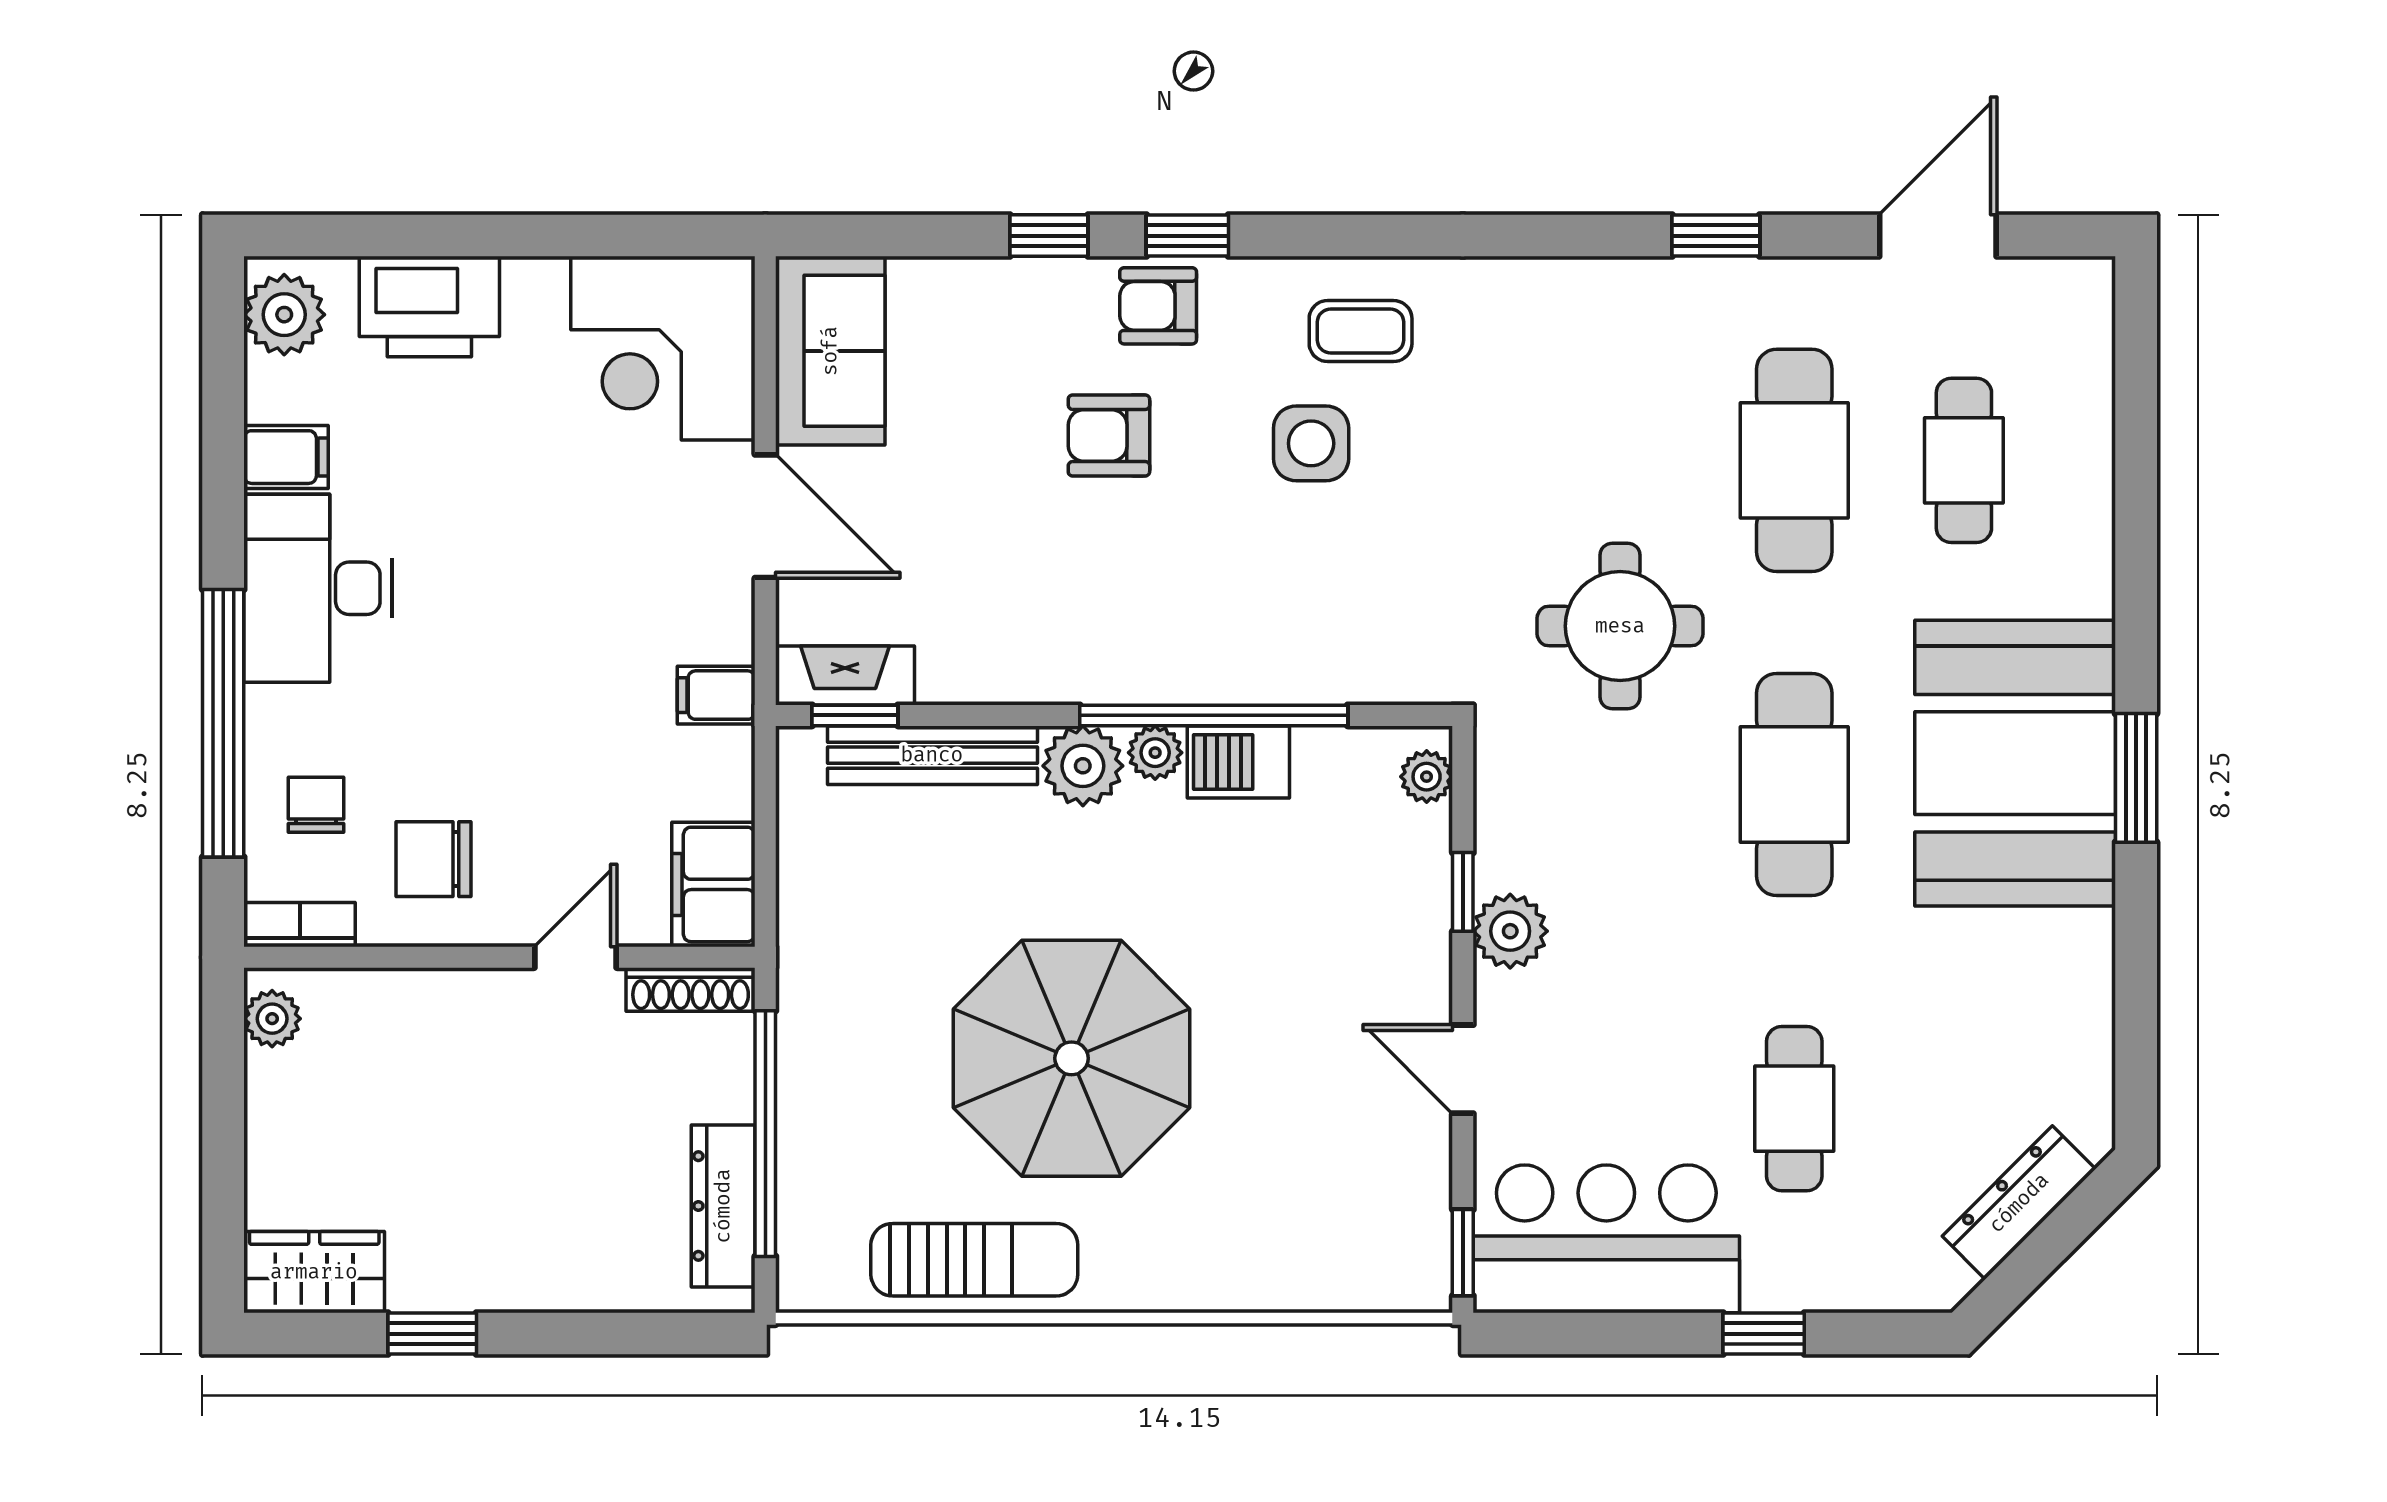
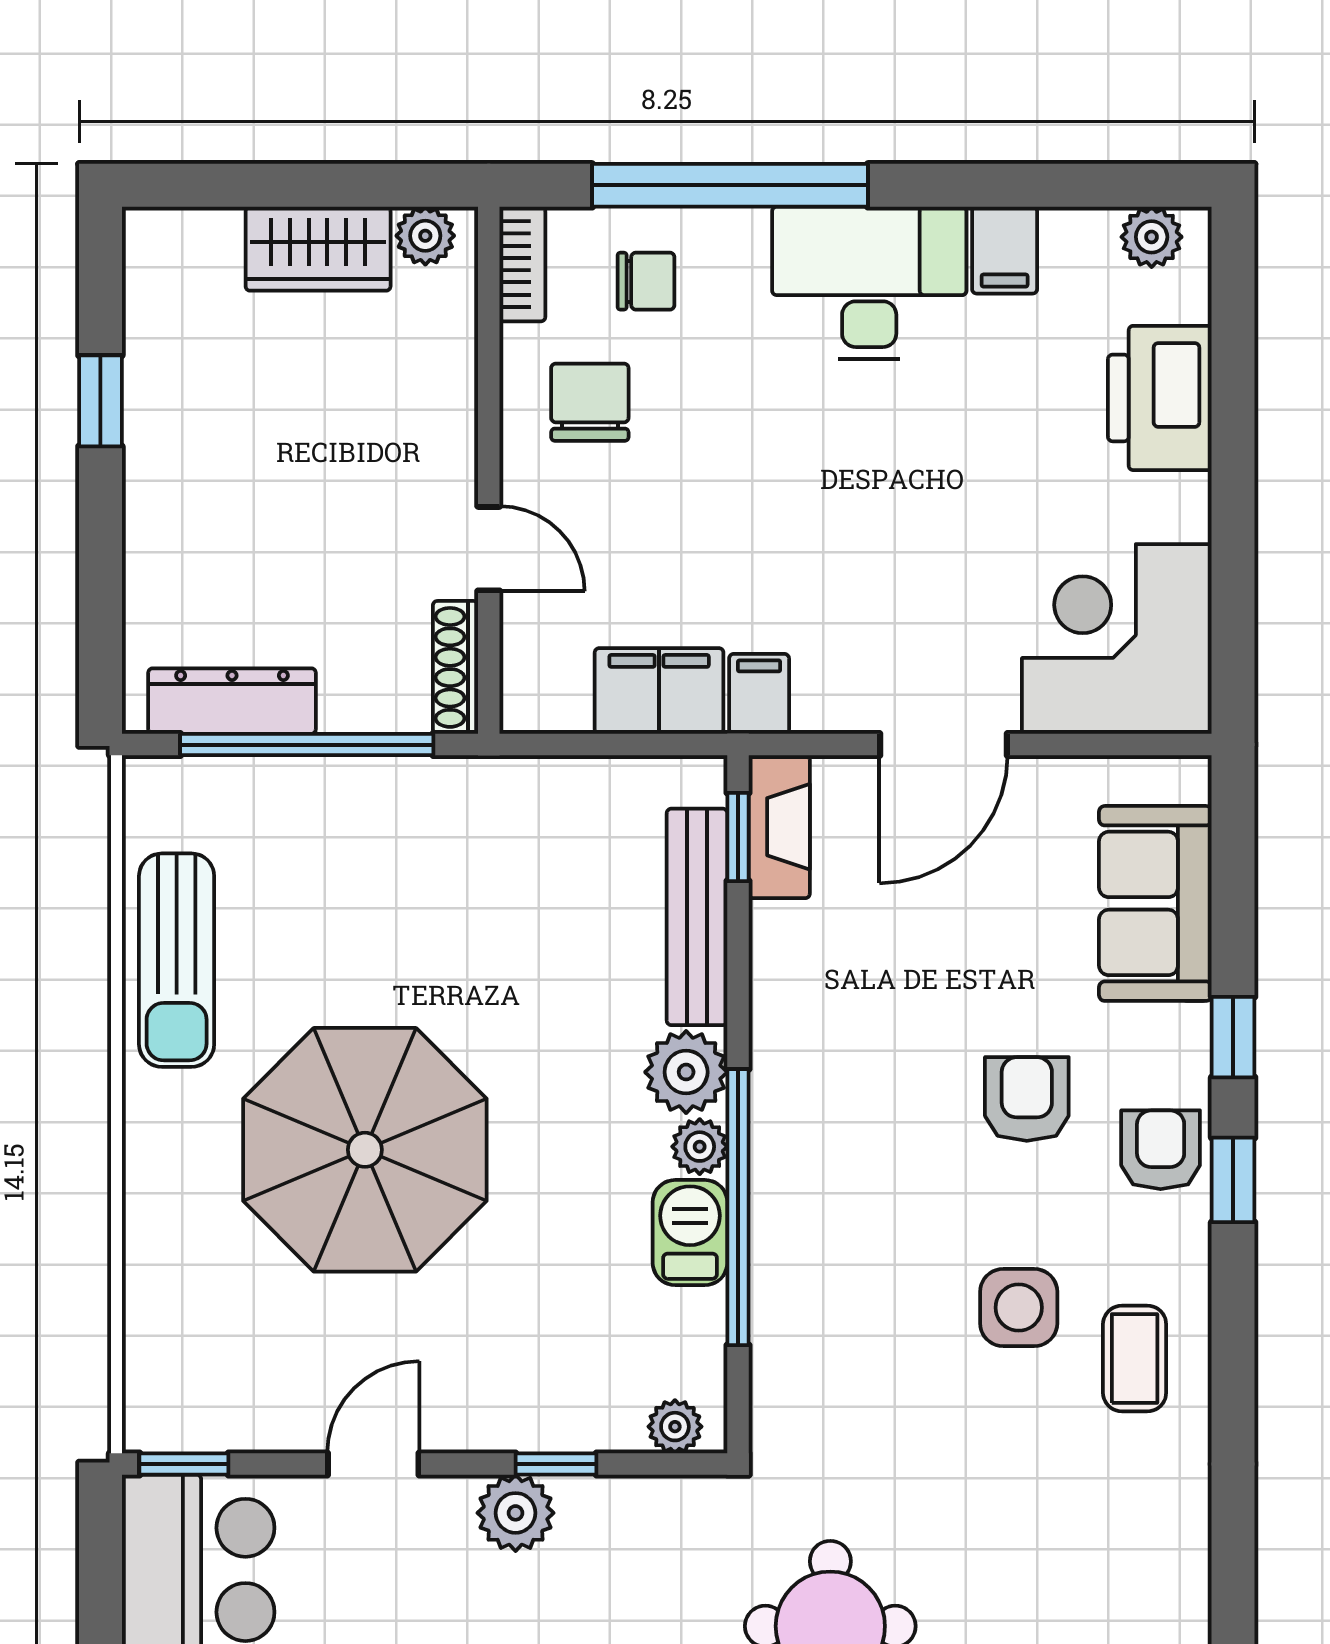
plant: (284, 315) -> (1152, 237), width x0.73, depth x0.73
sofa: (830, 351) -> (1155, 903), moved, turned 90
filing cabinet: (713, 884) -> (659, 691), moved
parasol: (1072, 1058) -> (365, 1150), moved
wardrobe: (314, 1272) -> (318, 249), moved, turned 90

